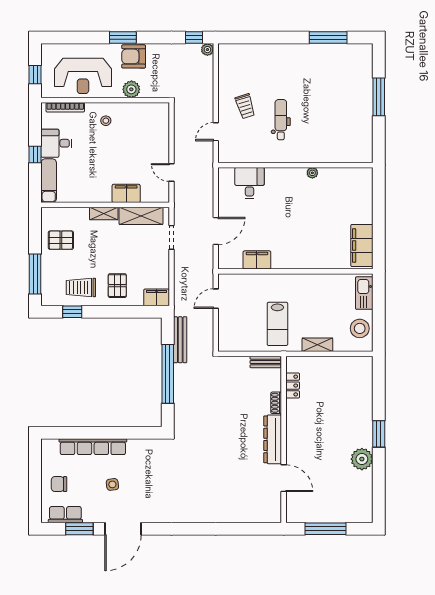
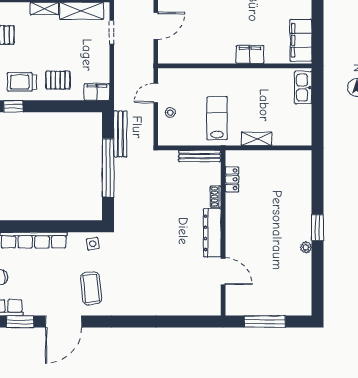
filing cabinet: (257, 260) -> (250, 55), moved
pallet: (117, 286) -> (58, 80), turned 90
lab bench: (277, 324) -> (217, 118), turned 180
stool: (360, 328) -> (170, 113), moved, width x0.53, depth x0.53
bench: (266, 362) -> (200, 156), width x1.36
plant: (362, 459) -> (306, 247), width x0.53, depth x0.53
side table: (112, 484) -> (93, 244), moved
coffee table: (151, 495) -> (91, 288), added

